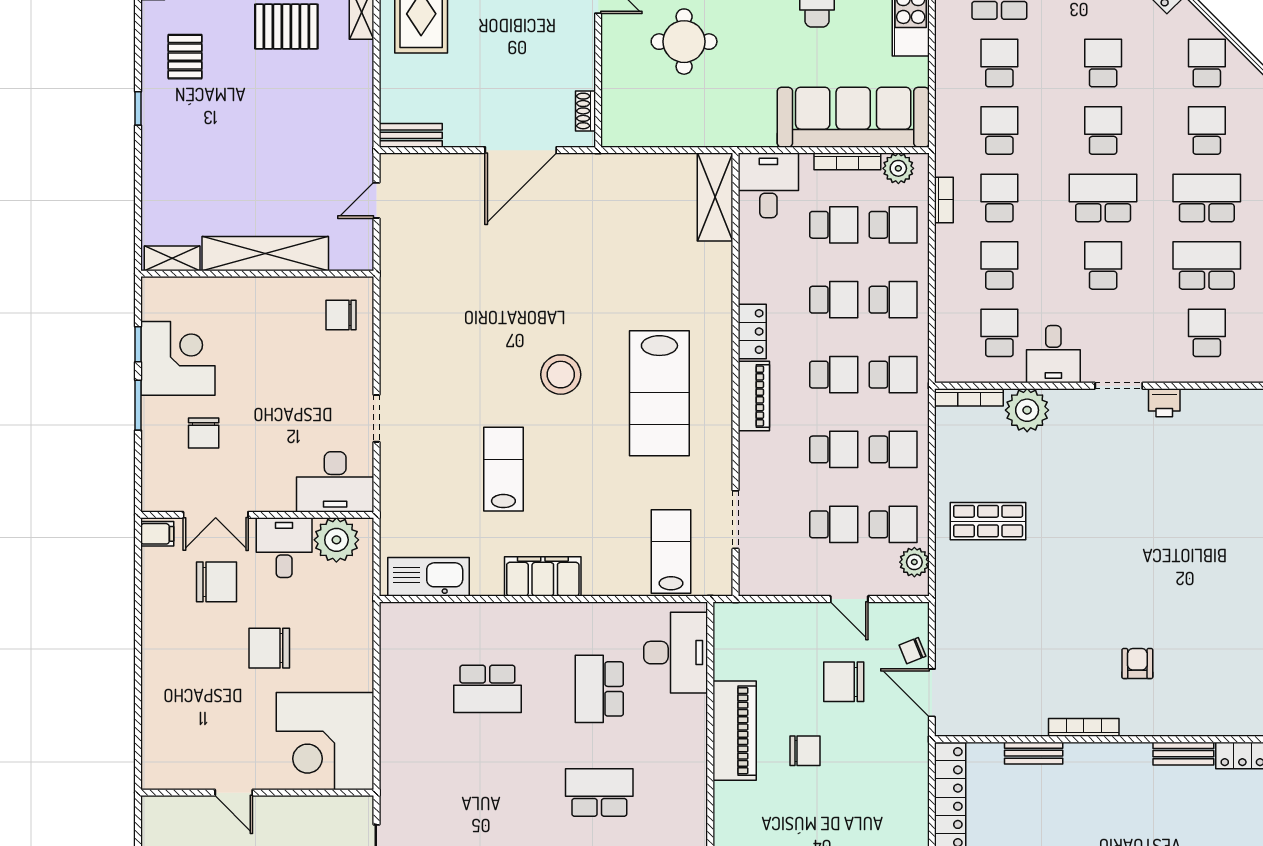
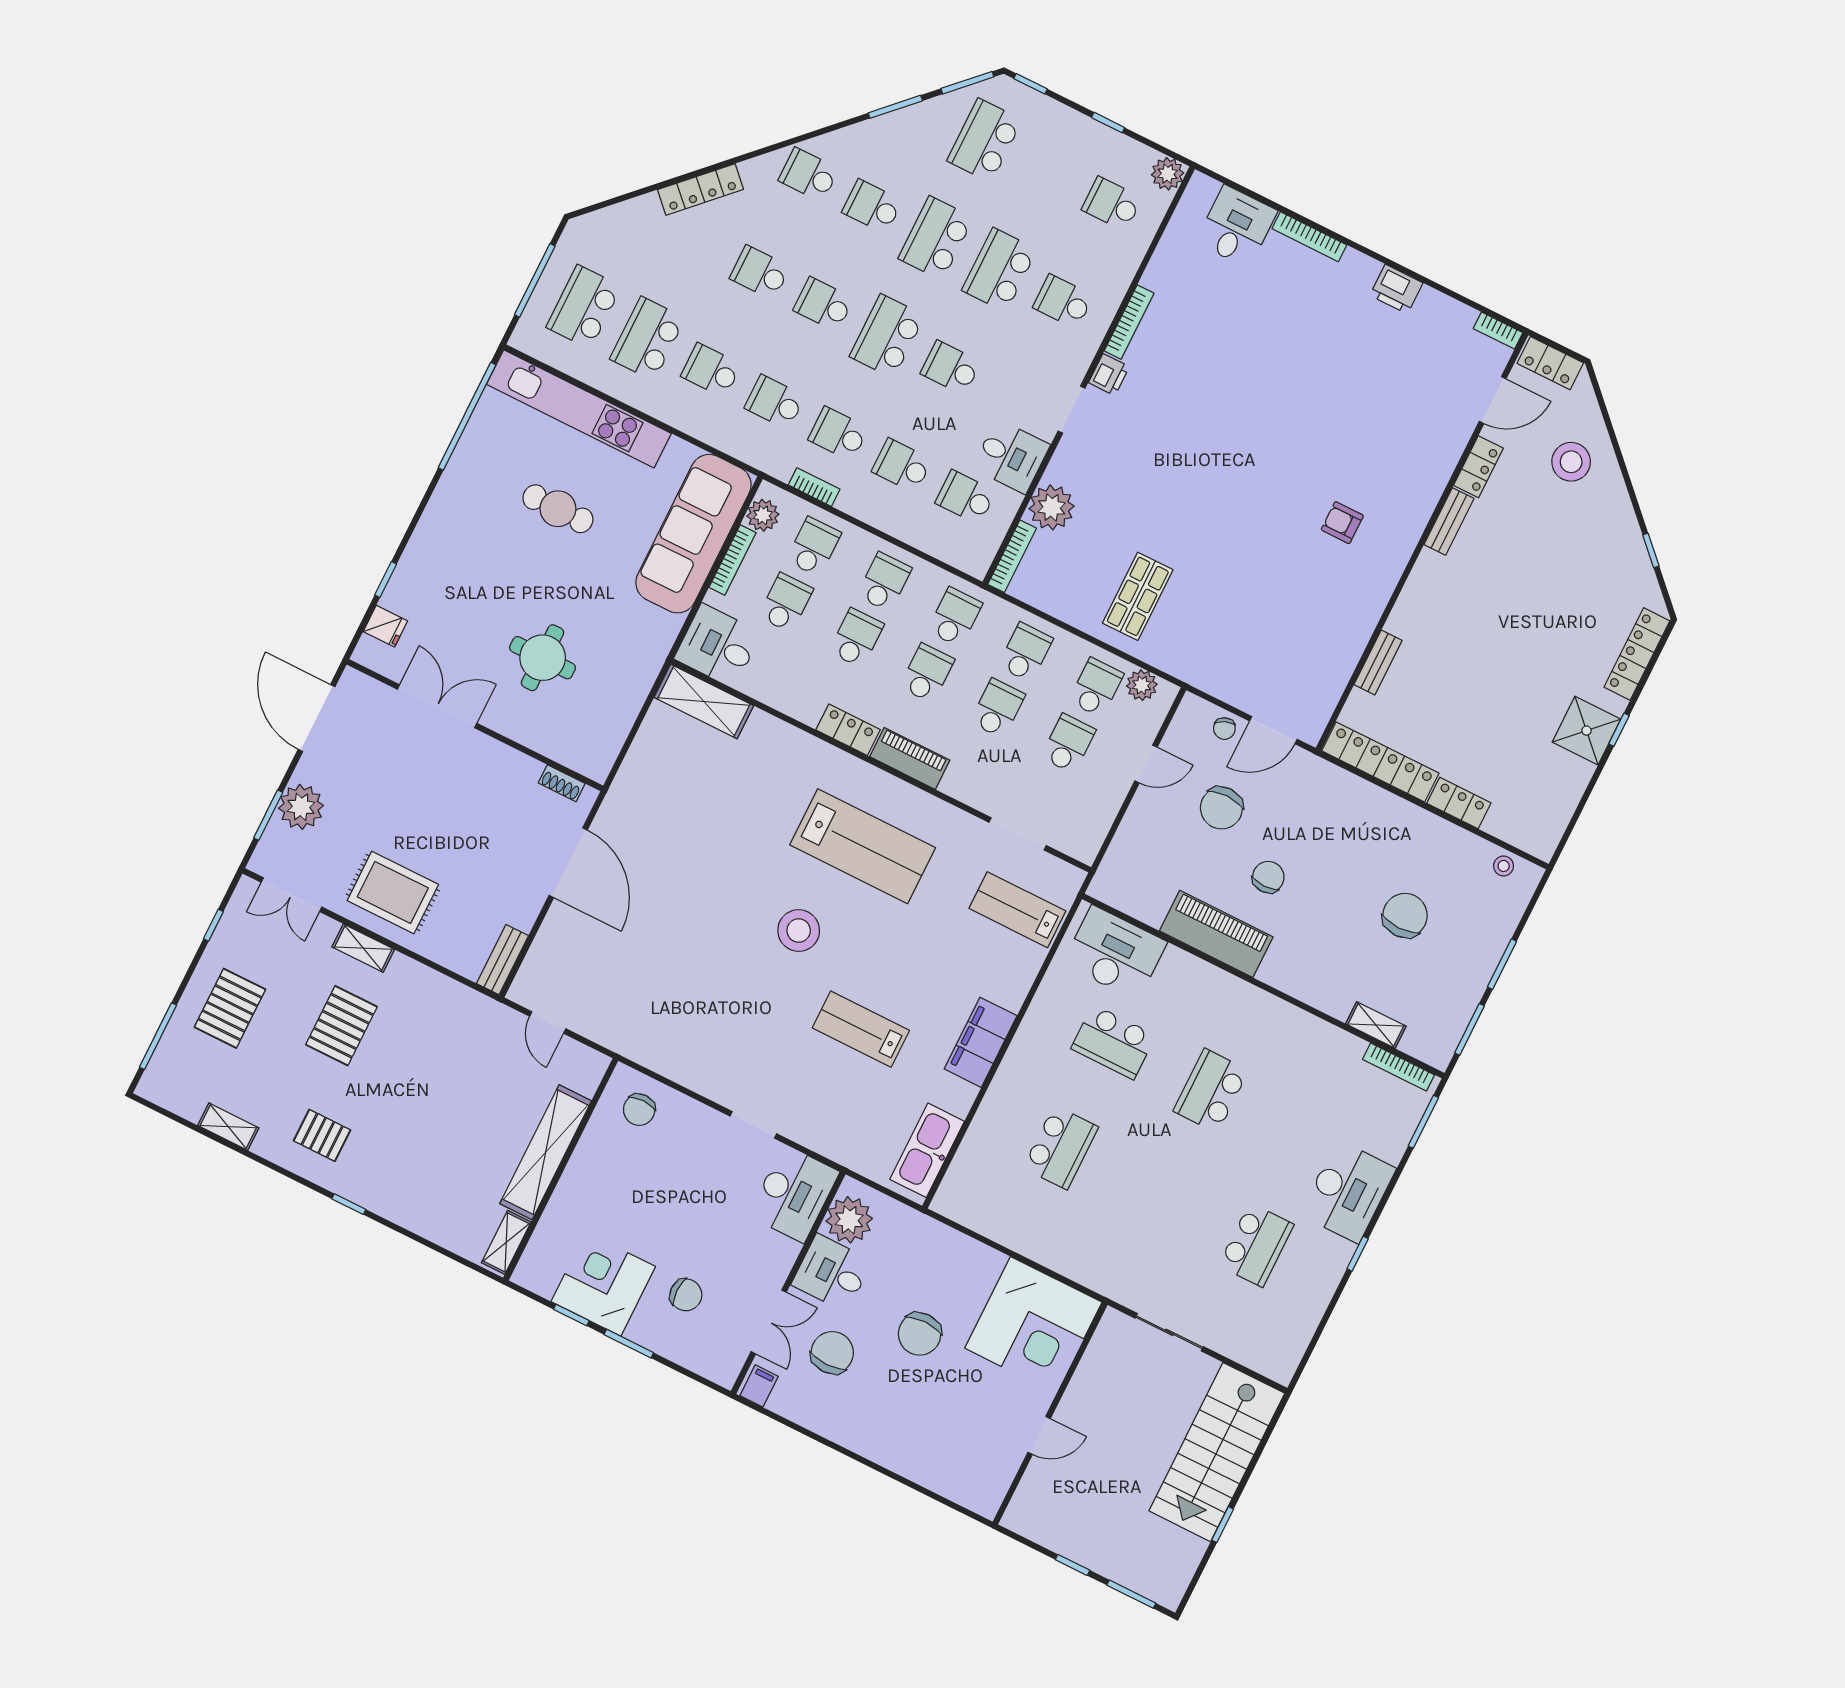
bookcase: (1084, 727) -> (1129, 322), moved, turned 180

